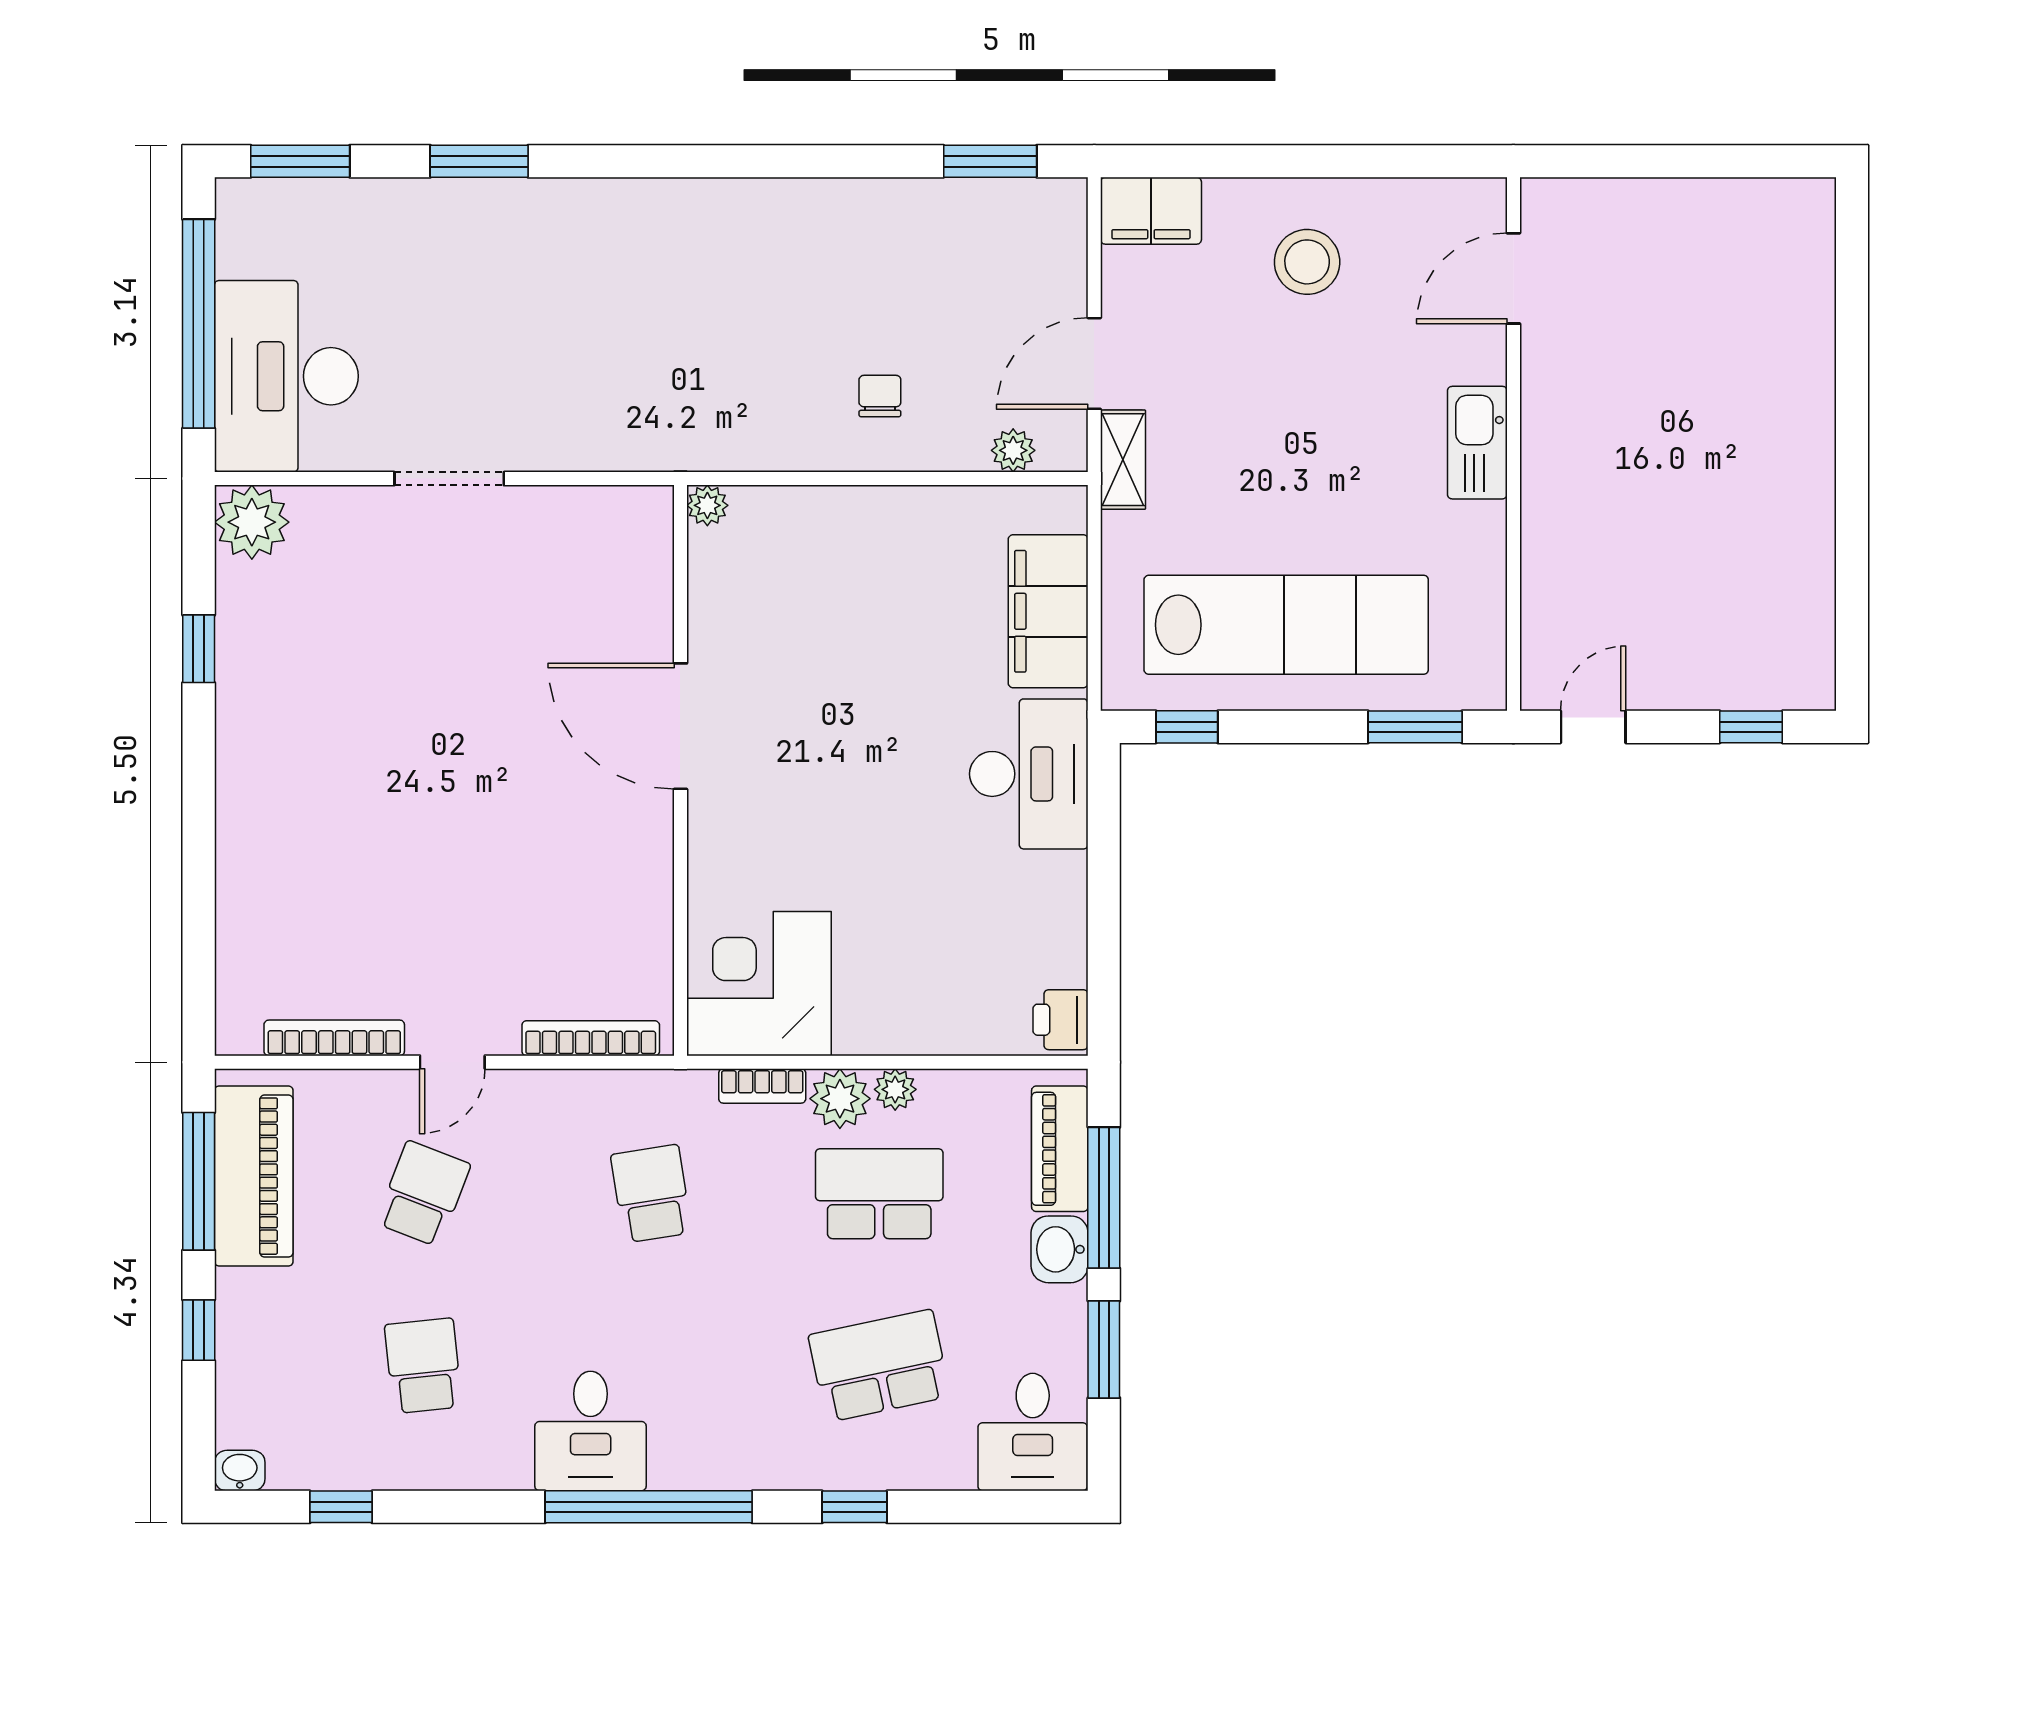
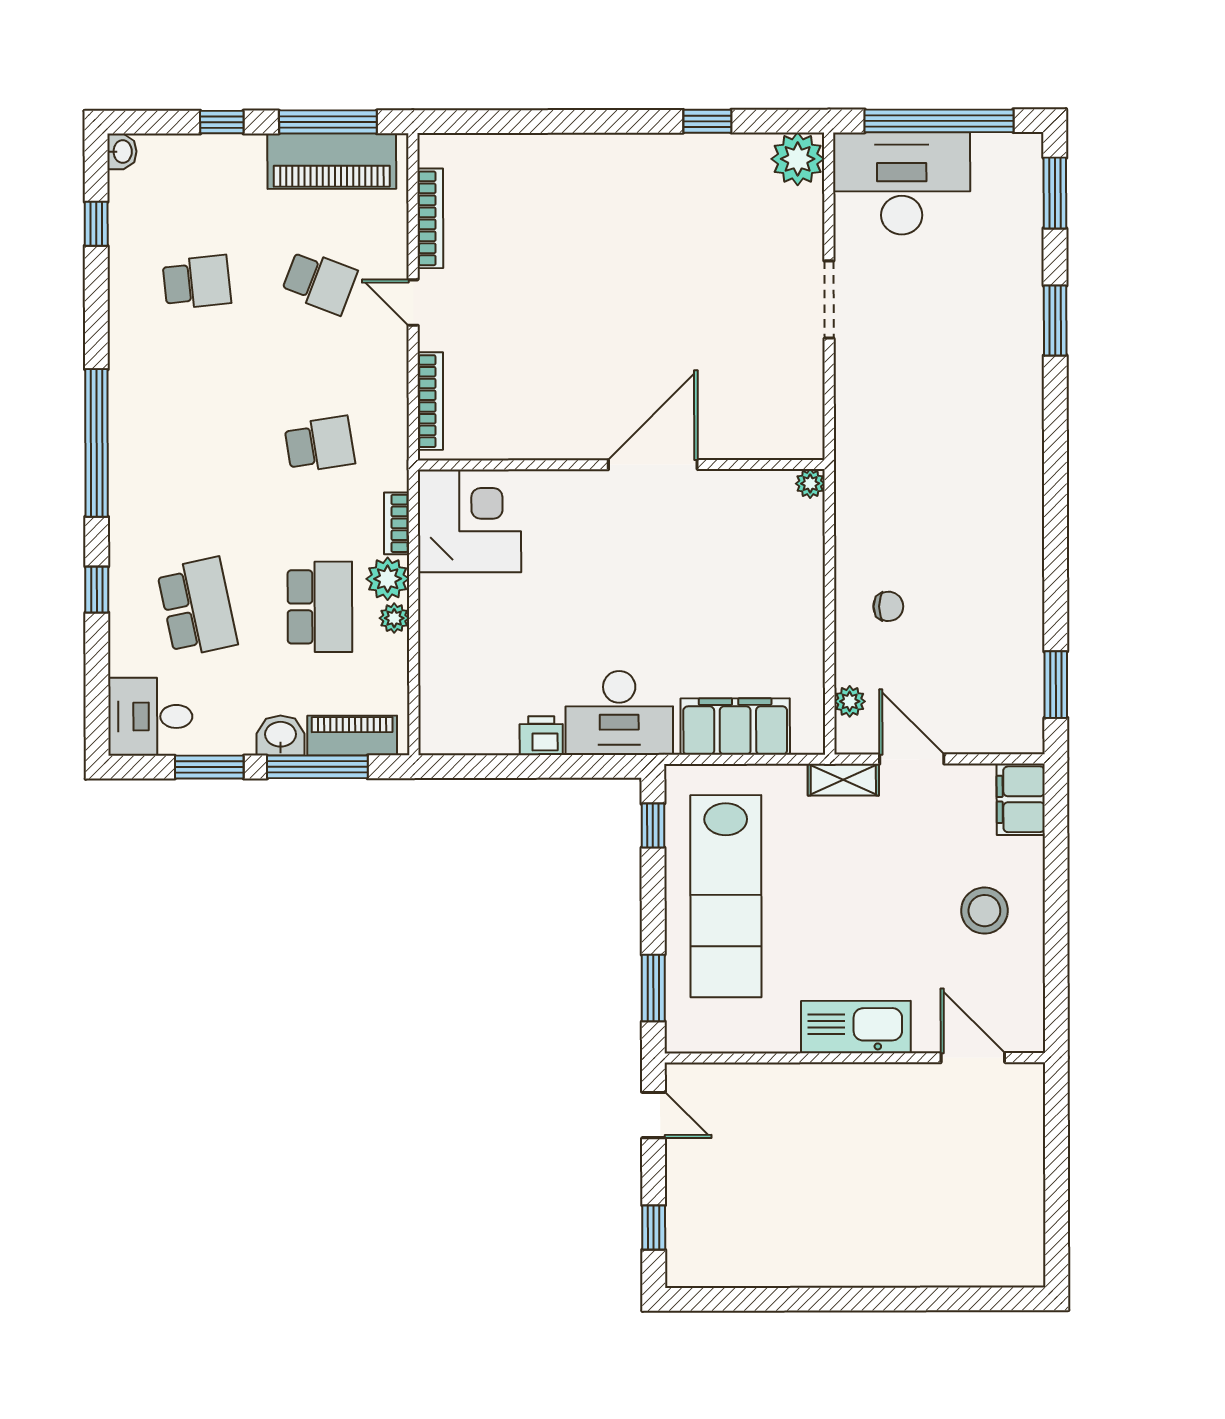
kitchen sink: (1477, 443) -> (856, 1027), width x1.36, depth x1.24
printer: (1061, 1020) -> (541, 736), moved
desk: (591, 1431) -> (150, 401), removed

